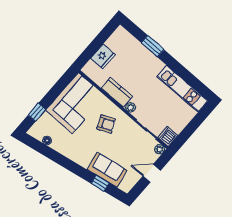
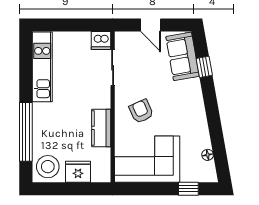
stool: (121, 41) -> (48, 167), added
window: (153, 46) -> (26, 132), width x2.11
plant: (130, 107) -> (104, 102), removed
plant: (160, 149) -> (121, 38), removed
sofa: (107, 170) -> (183, 56), moved

